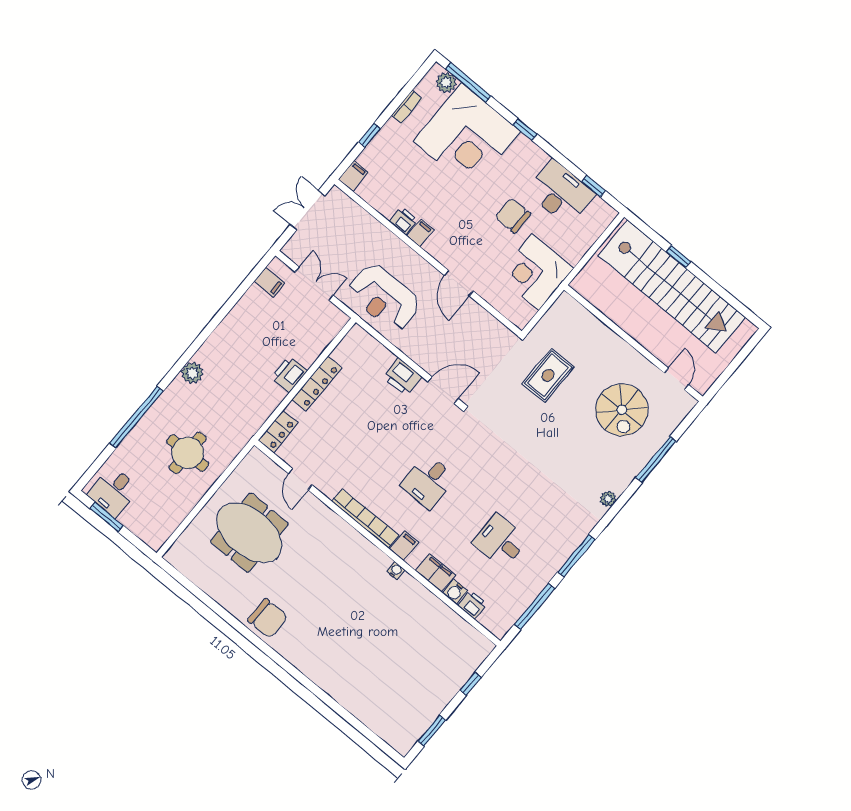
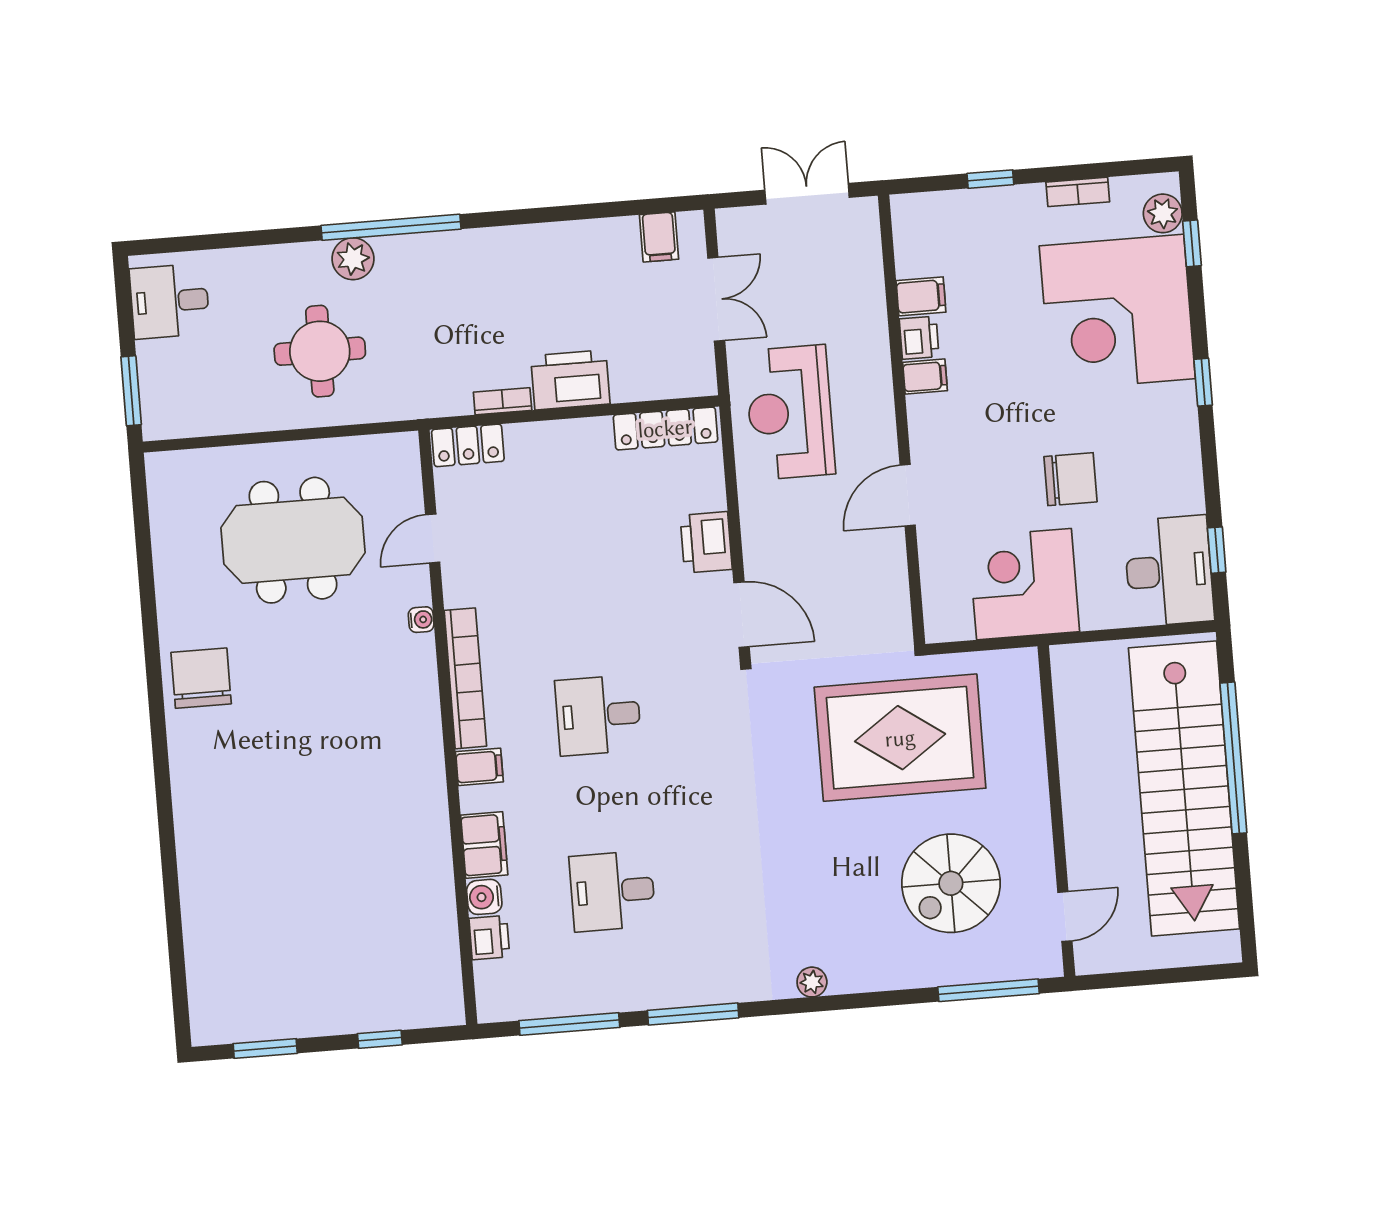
window: (468, 83) -> (1192, 243), width x0.46
filing cabinet: (353, 176) -> (921, 296), moved
desk: (561, 193) -> (1169, 571), moved
chair: (513, 216) -> (1070, 479), turned 90
window: (678, 257) -> (1233, 758), width x3.17
plant: (192, 373) -> (353, 259), moved
printer: (289, 374) -> (570, 380), width x1.37, depth x1.19
rug: (548, 375) -> (900, 738), width x1.86, depth x2.06
locker: (317, 384) -> (665, 428), moved
bookcase: (274, 402) -> (503, 401), added
window: (136, 417) -> (391, 227), moved
window: (656, 459) -> (988, 990), moved
window: (107, 517) -> (131, 391), moved
meeting table: (249, 533) -> (293, 540), turned 90
desk: (500, 541) -> (612, 891), turned -90
water cooler: (396, 571) -> (421, 620), moved
chair: (268, 618) -> (201, 678), turned 180

